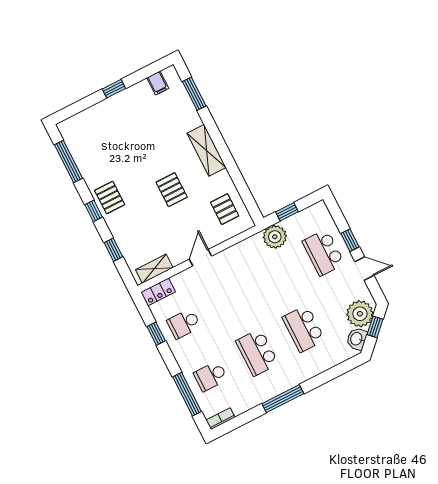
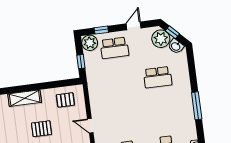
plant: (275, 237) -> (90, 43), moved
window: (350, 240) -> (101, 30), moved
school desk: (257, 352) -> (162, 112), removed

